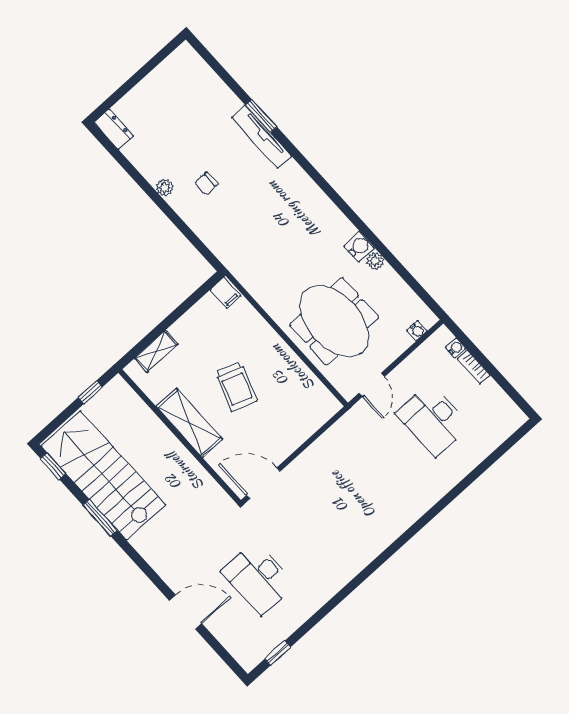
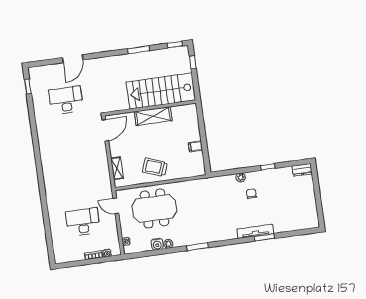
window: (146, 186) -> (268, 167), added
plant: (165, 188) -> (241, 178), moved
window: (348, 212) -> (197, 247), added
water cooler: (359, 247) -> (157, 244), moved
filing cabinet: (225, 293) -> (195, 146), moved
shelving: (156, 351) -> (117, 168), moved
trolley: (236, 386) -> (155, 167), moved
window: (90, 392) -> (193, 62), moved
stairs: (103, 476) -> (161, 91), moved, turned 180

